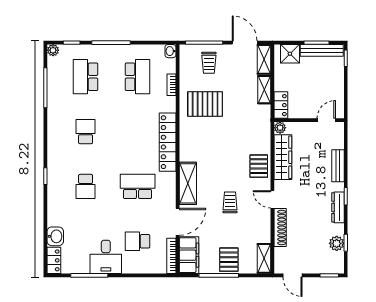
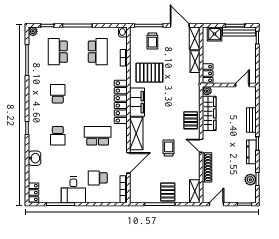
washbasin: (55, 236) -> (35, 158), moved
filing cabinet: (189, 255) -> (137, 102), moved
door: (293, 275) -> (217, 204), swing flipped

